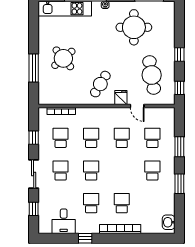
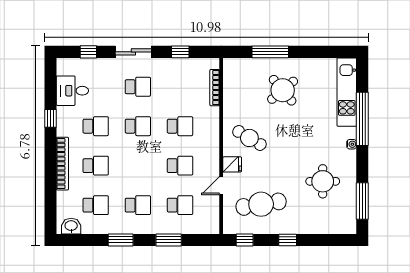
round table: (134, 27) -> (323, 181), width x0.73, depth x0.73
school desk: (61, 138) -> (96, 205), moved

